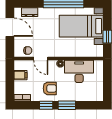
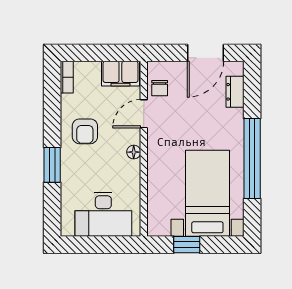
desk: (79, 71) -> (103, 214), moved, turned 90
filing cabinet: (20, 75) -> (120, 74), width x2.00
window: (46, 105) -> (52, 124), removed

